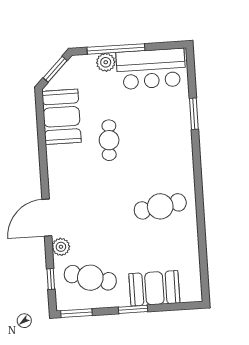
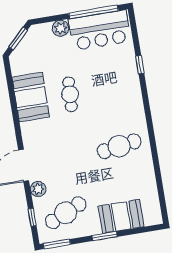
window: (116, 49) -> (93, 12), moved
window: (194, 114) -> (140, 65), width x0.67
booth: (62, 117) -> (31, 97), moved
cafe table: (90, 278) -> (66, 213), turned -39

